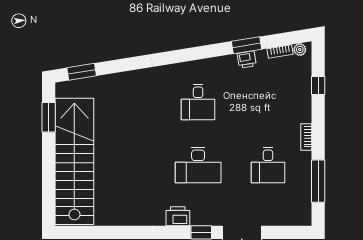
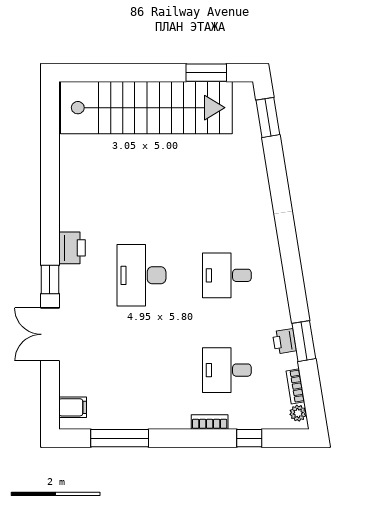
bookcase: (306, 137) -> (210, 422), moved
desk: (268, 165) -> (227, 370), moved
filing cabinet: (295, 216) -> (73, 407), added

